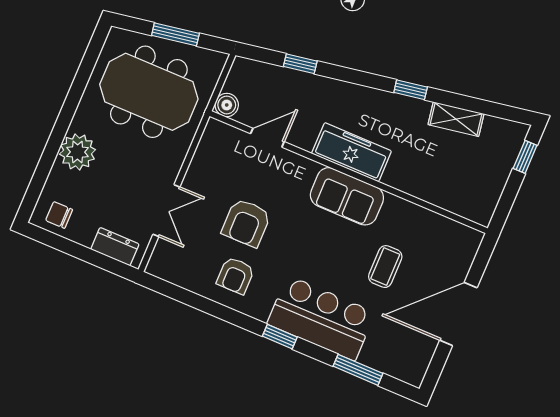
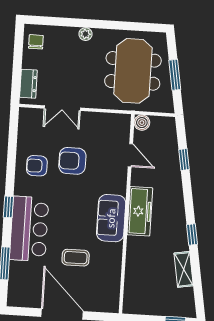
plant: (77, 152) -> (85, 34), width x0.53, depth x0.53

